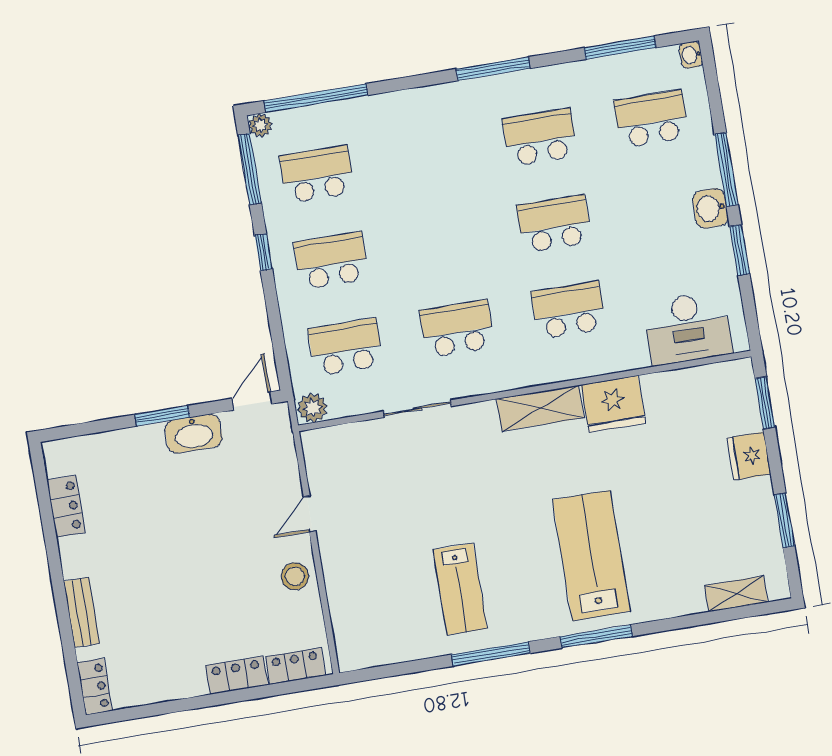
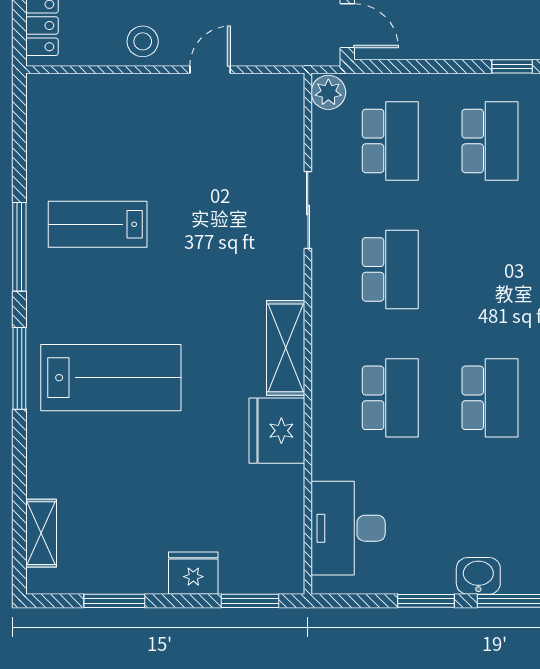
door: (310, 514) -> (210, 70), hinge flipped

